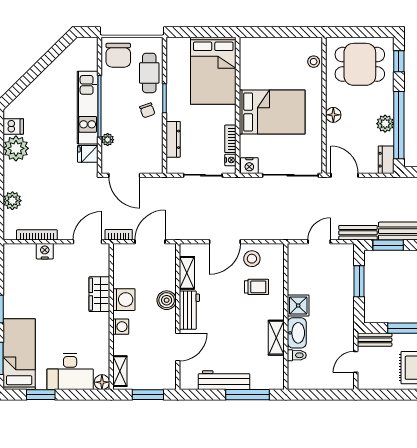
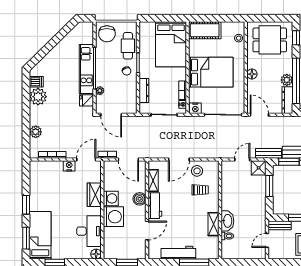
cot: (263, 50) -> (205, 30), added
dresser: (386, 160) -> (287, 100), width x1.44
door: (150, 242) -> (128, 159), swing flipped
nightstand: (45, 251) -> (69, 166), moved
shower: (298, 306) -> (259, 168), moved
washing machine: (121, 327) -> (113, 217), width x1.89, depth x1.89
shelving: (120, 371) -> (108, 247), removed
desk: (70, 372) -> (89, 231), moved, turned -90

